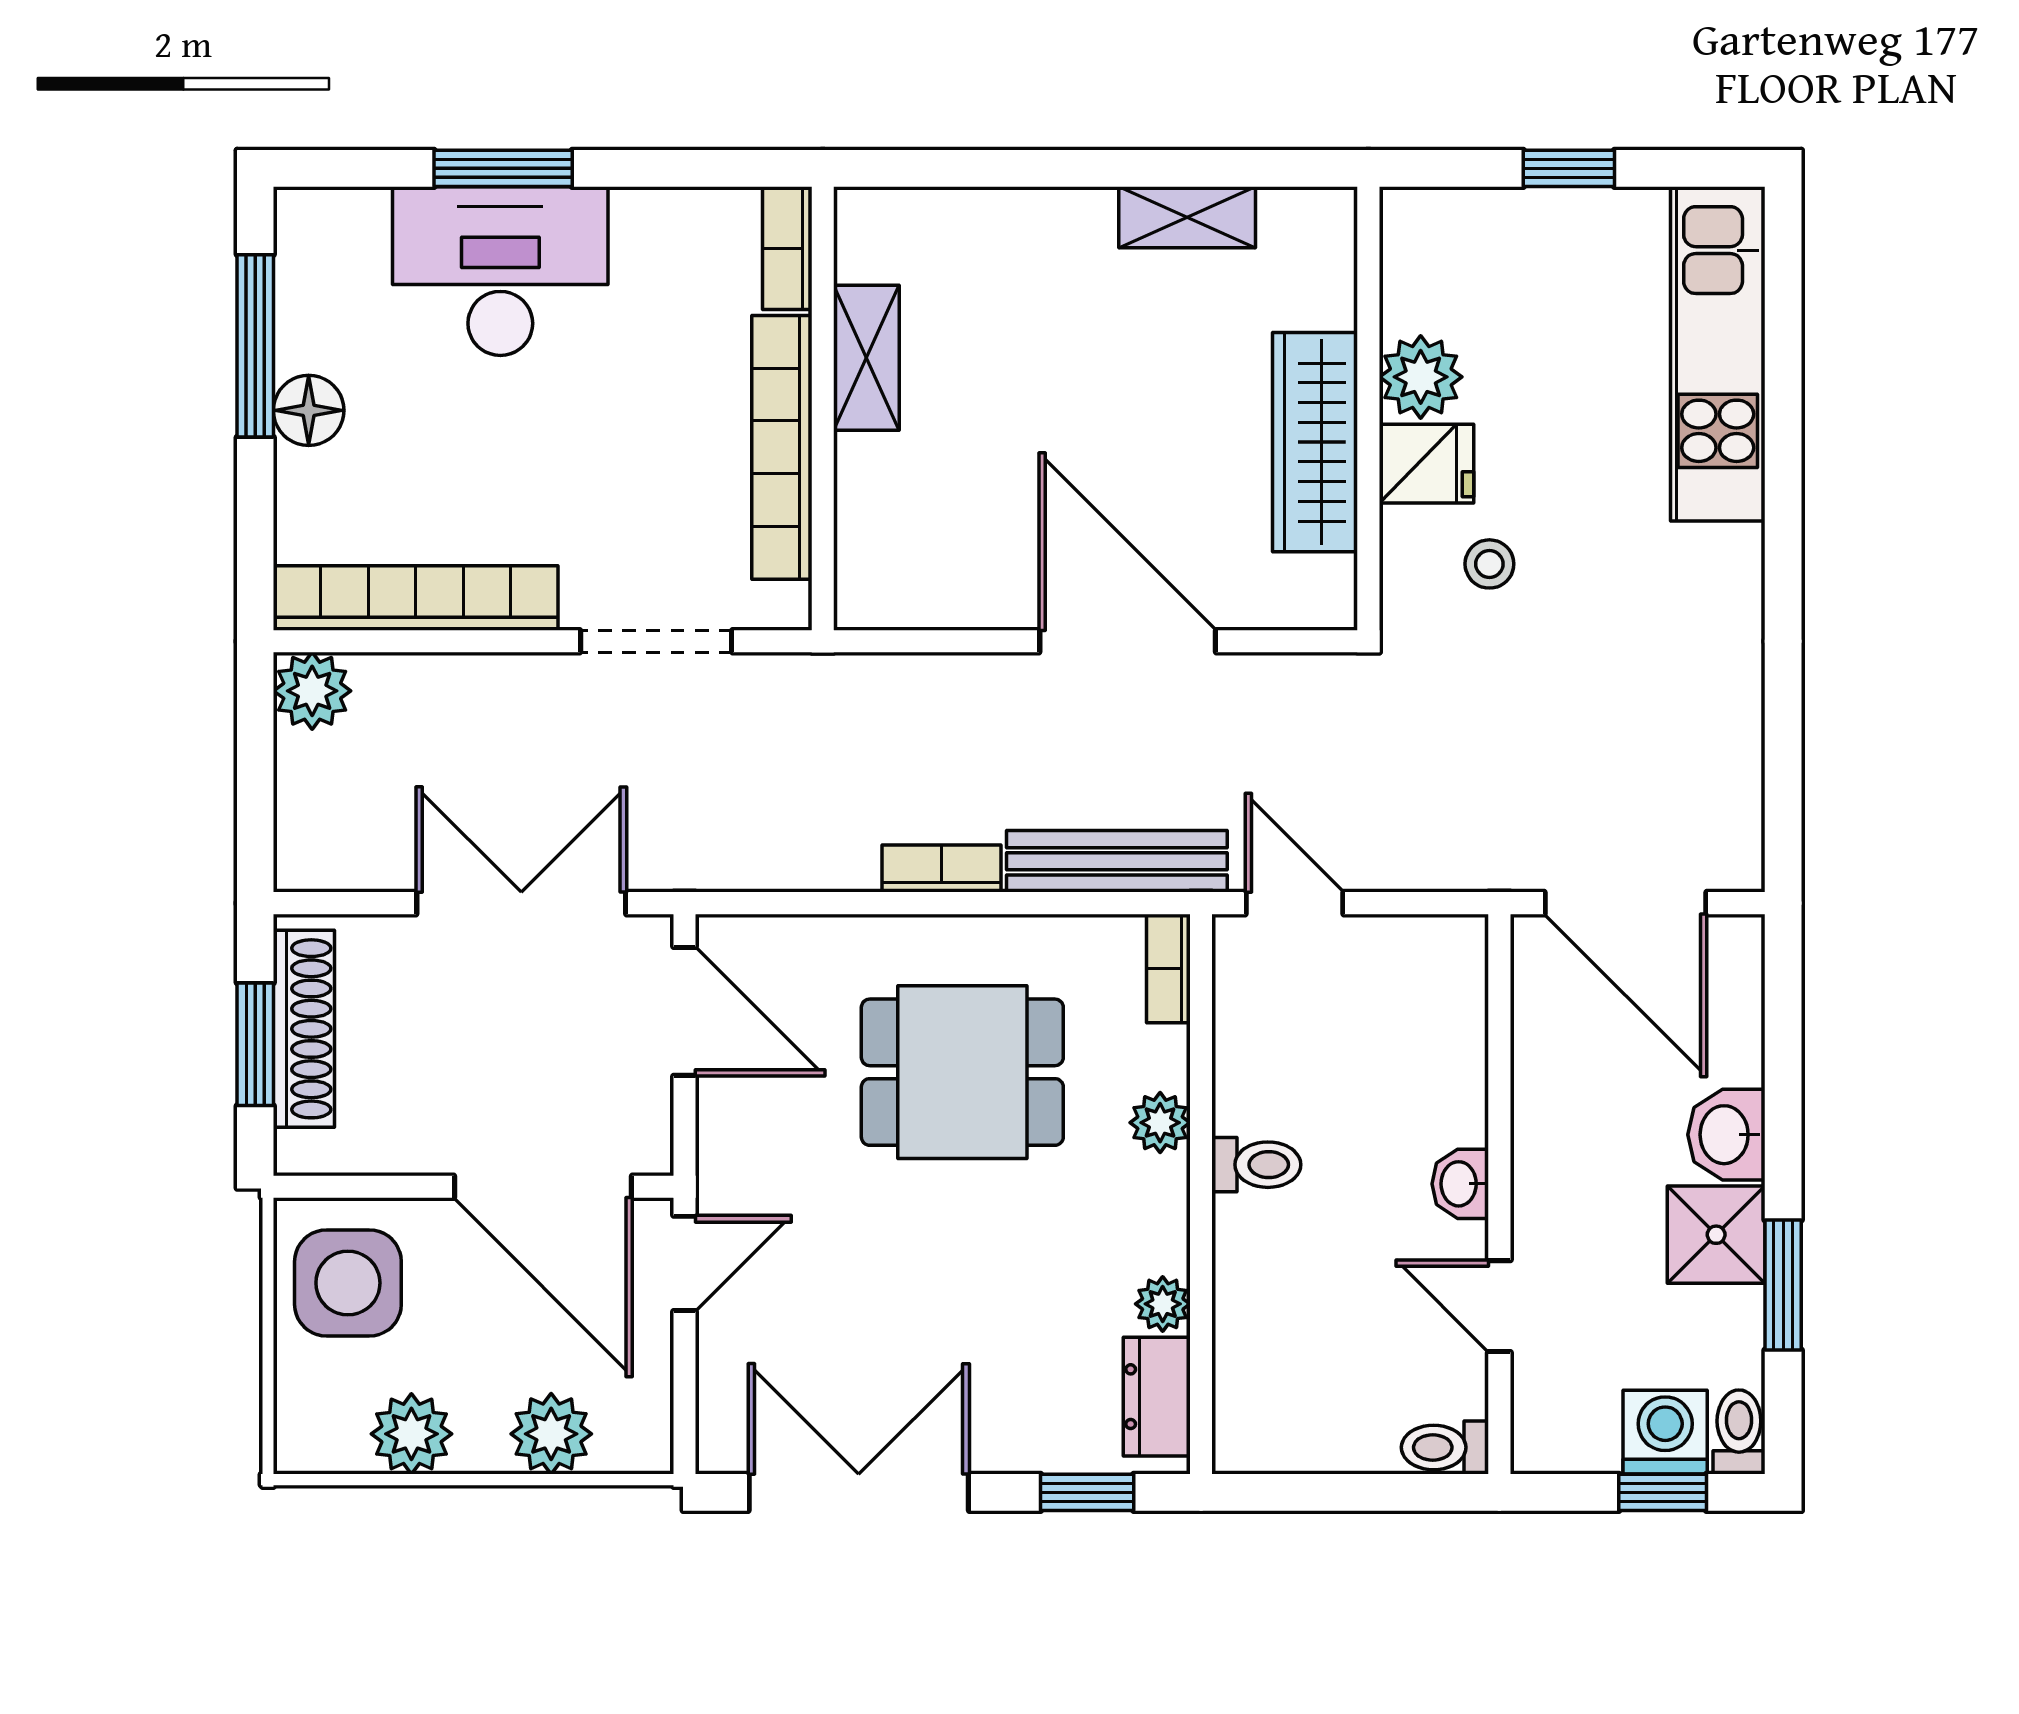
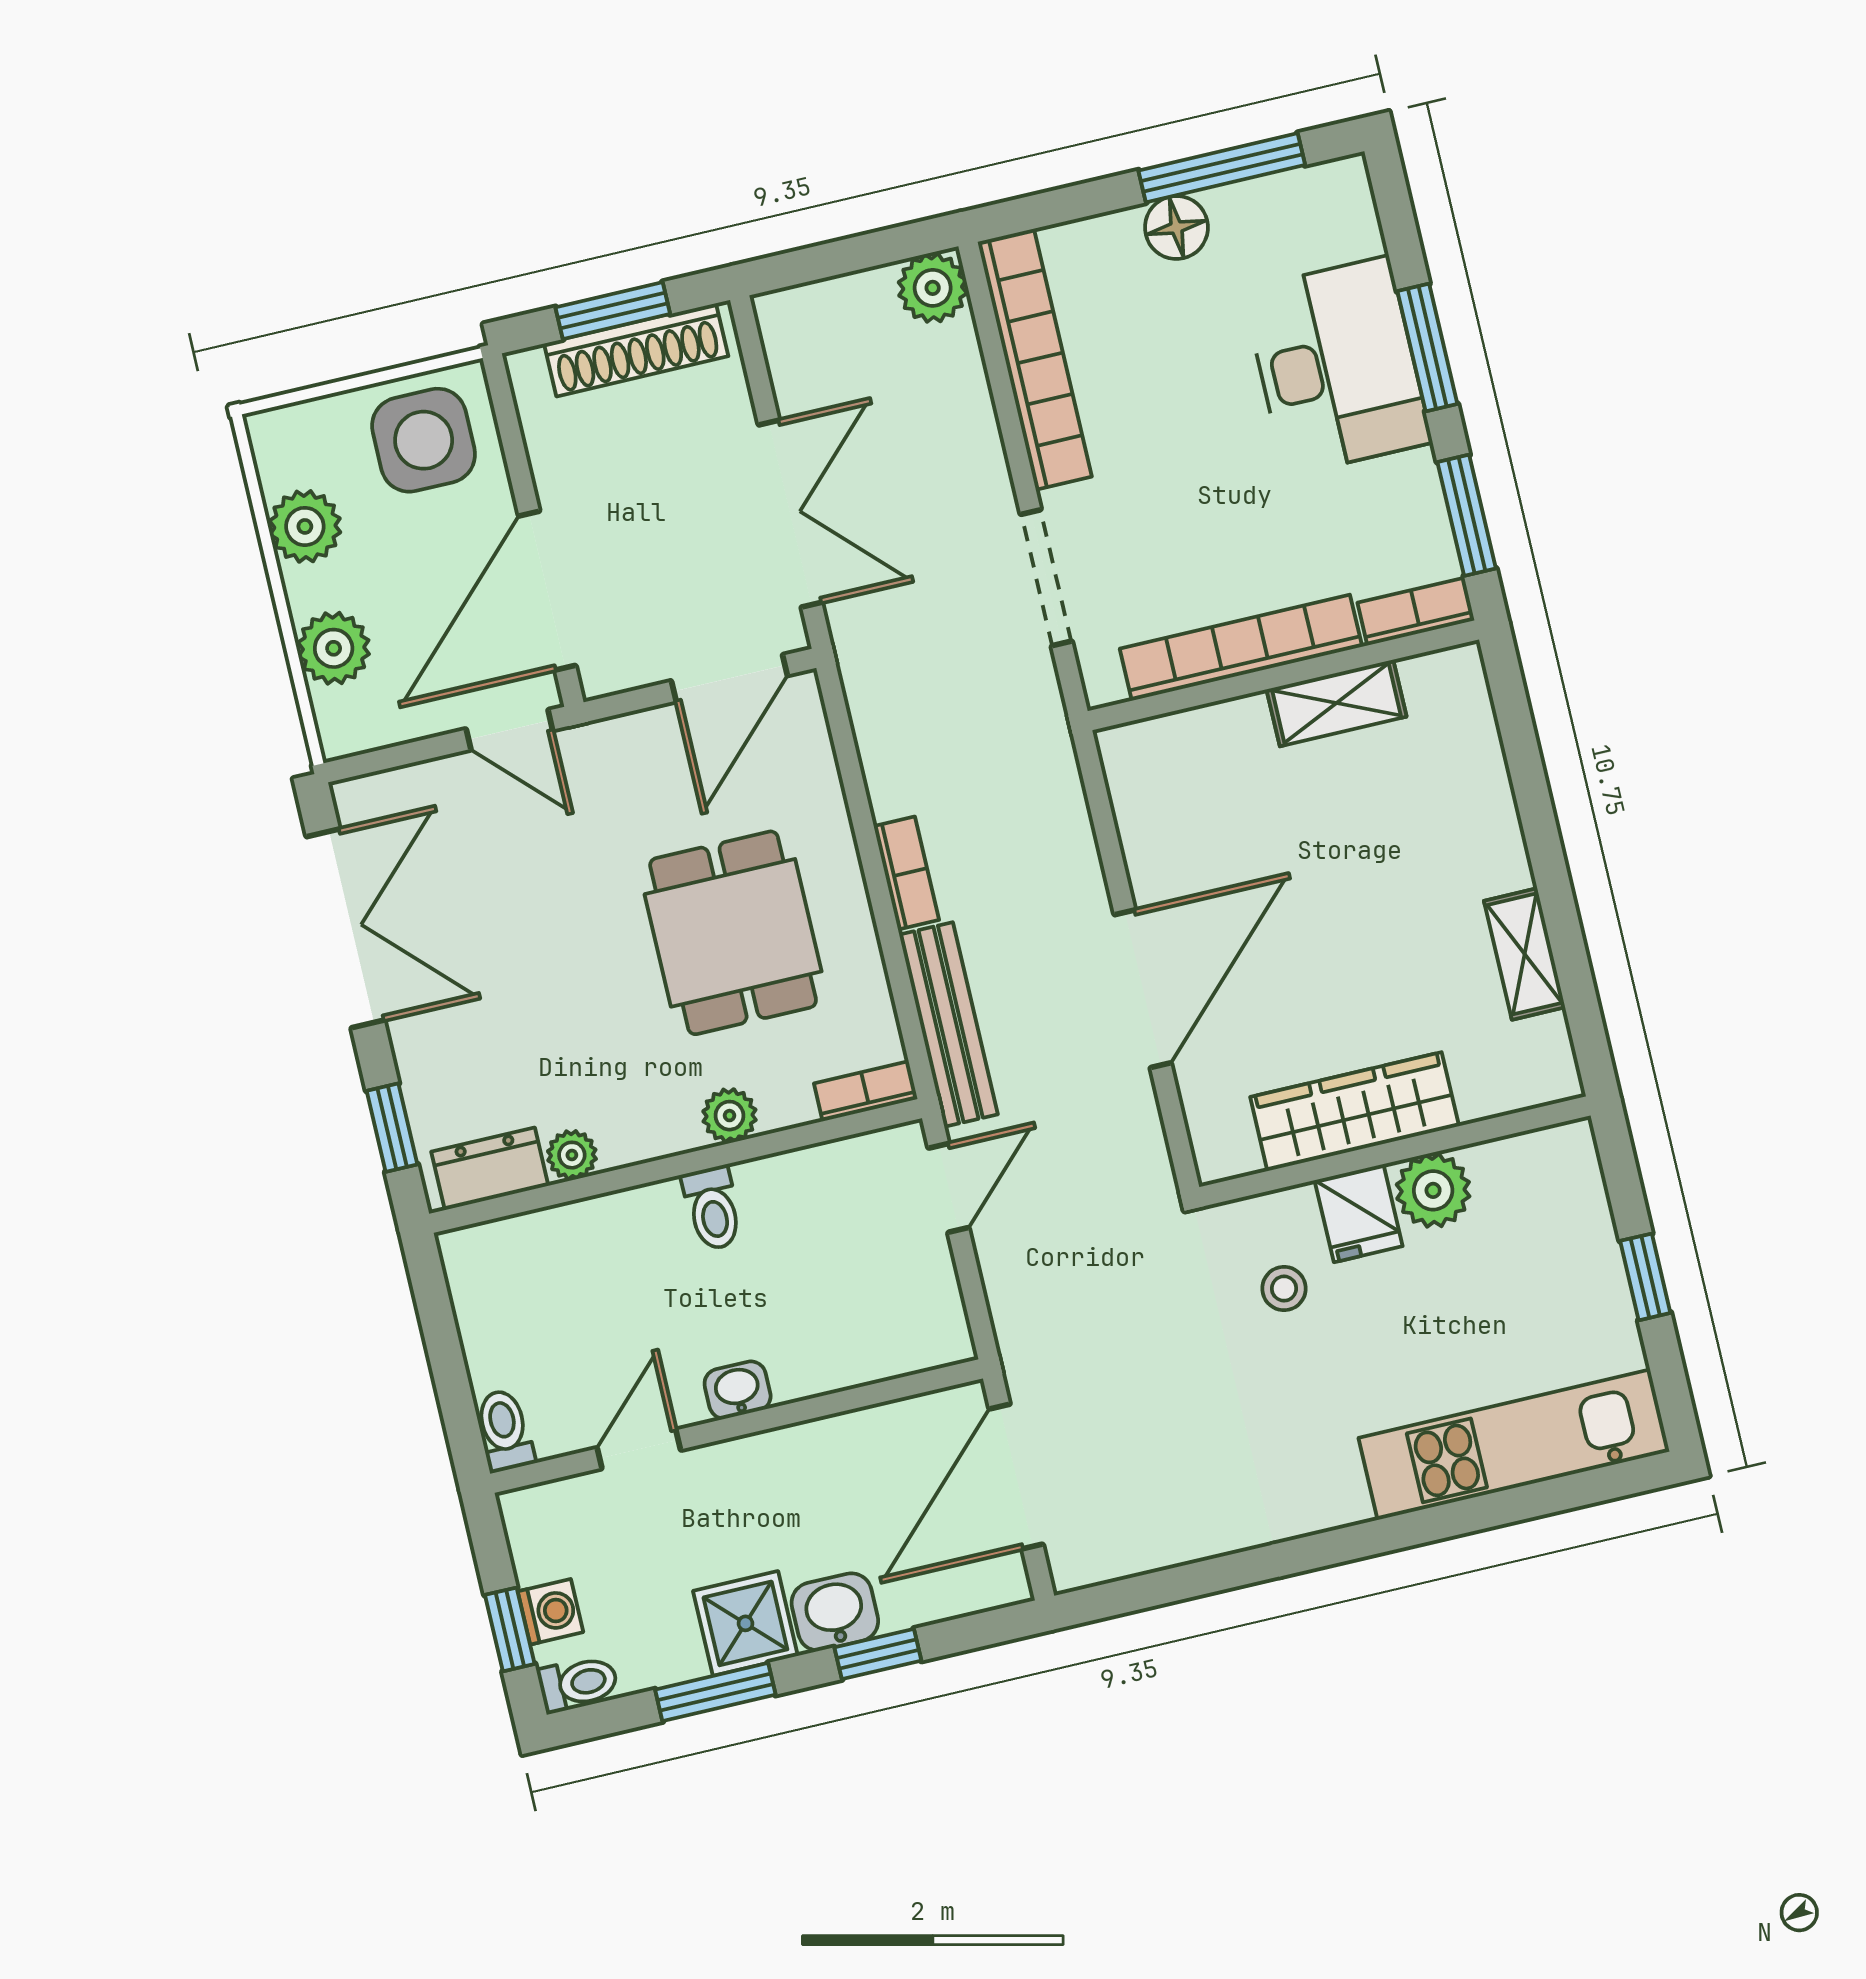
window: (696, 168) -> (1467, 515), added
window: (1783, 1099) -> (878, 1654), added
washing machine: (1665, 1432) -> (550, 1612), width x0.73, depth x0.73

